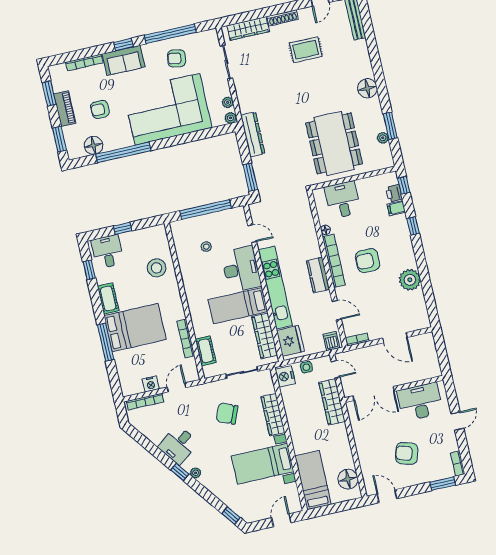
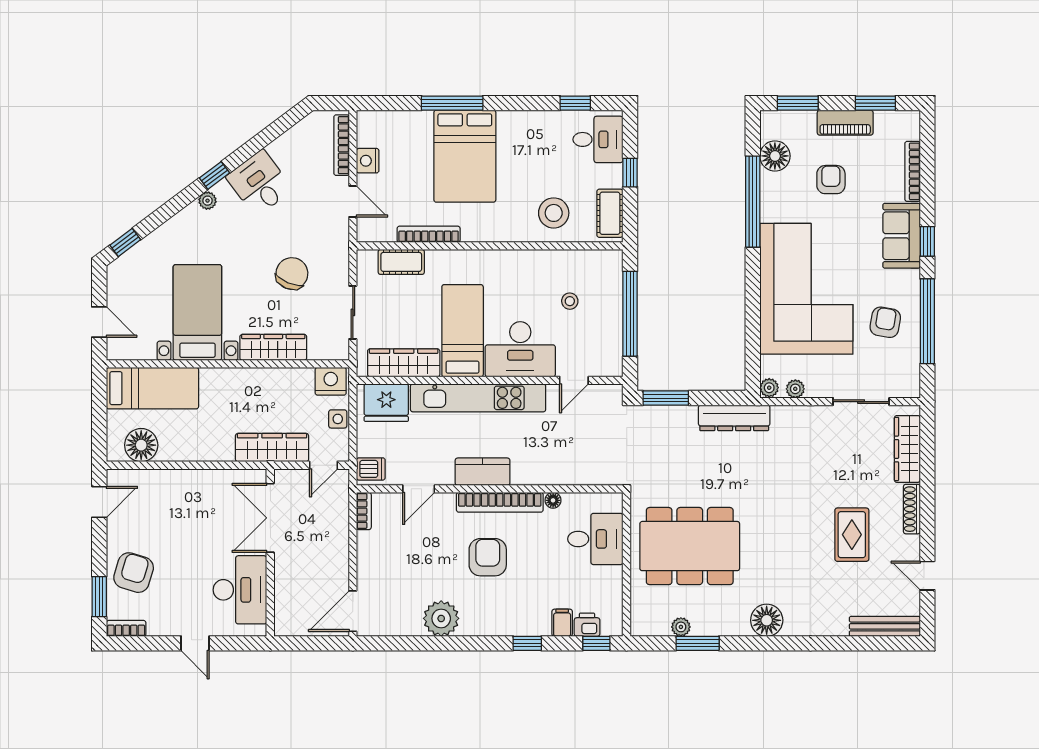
cot: (108, 298) -> (610, 213), moved, turned 90
door: (395, 338) -> (353, 611), moved
armchair: (407, 453) -> (134, 573), moved

